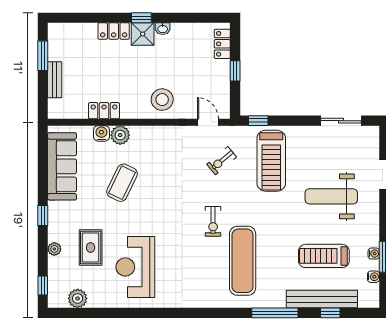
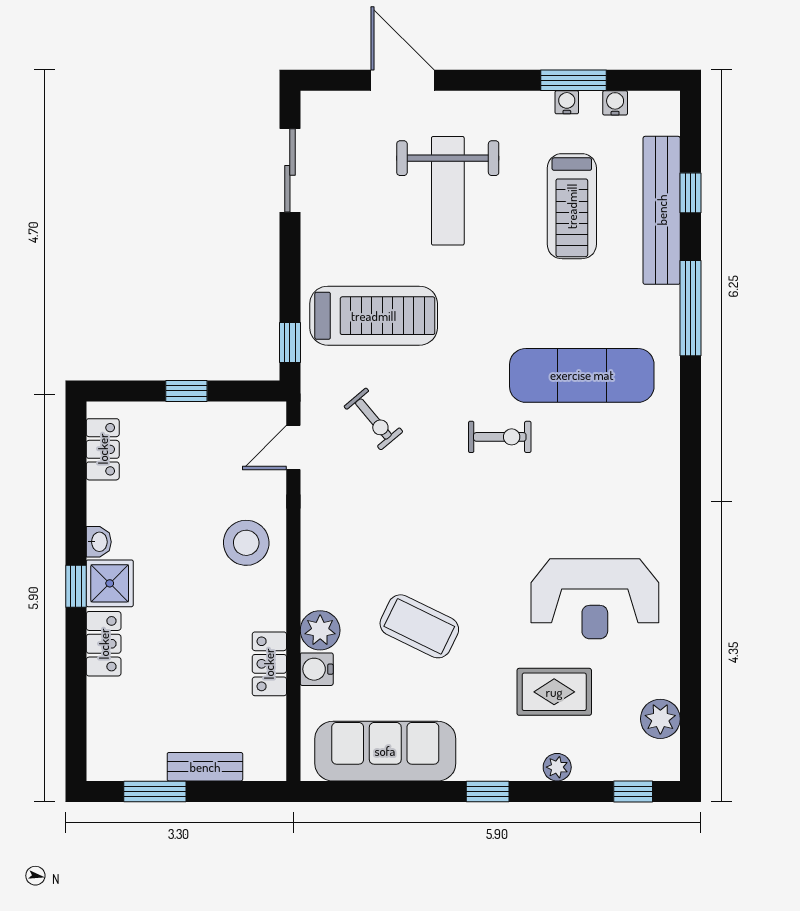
locker: (222, 44) -> (103, 449), moved, turned -90

